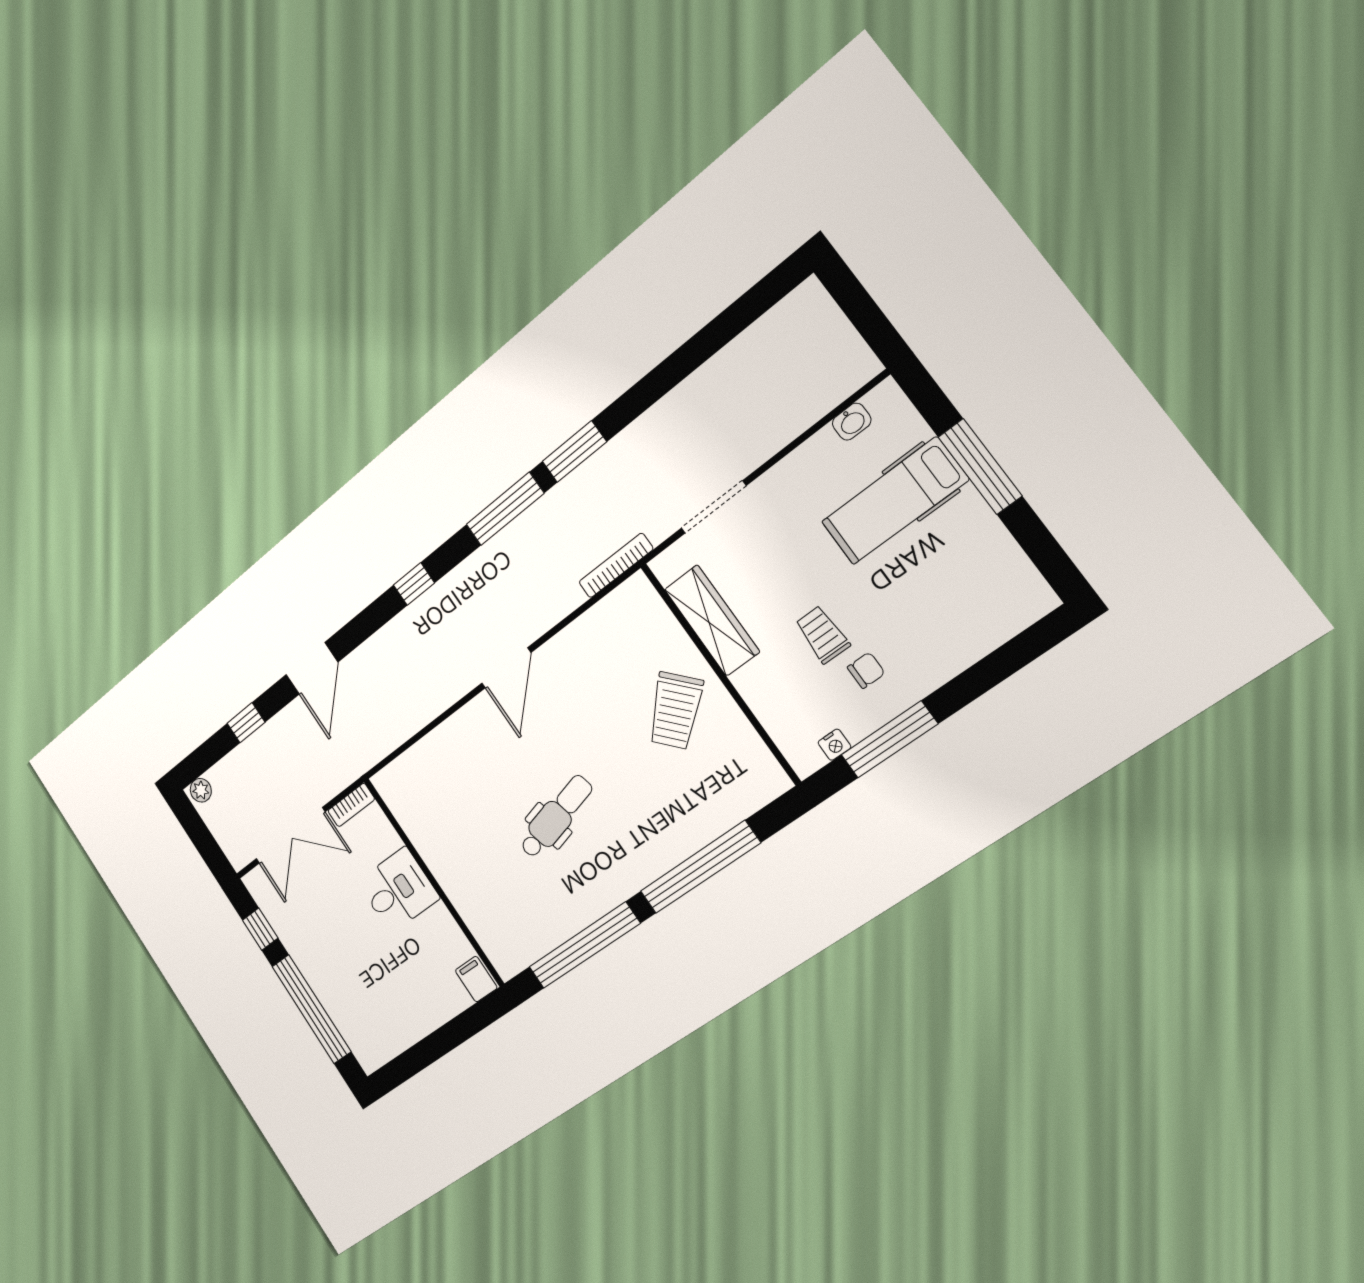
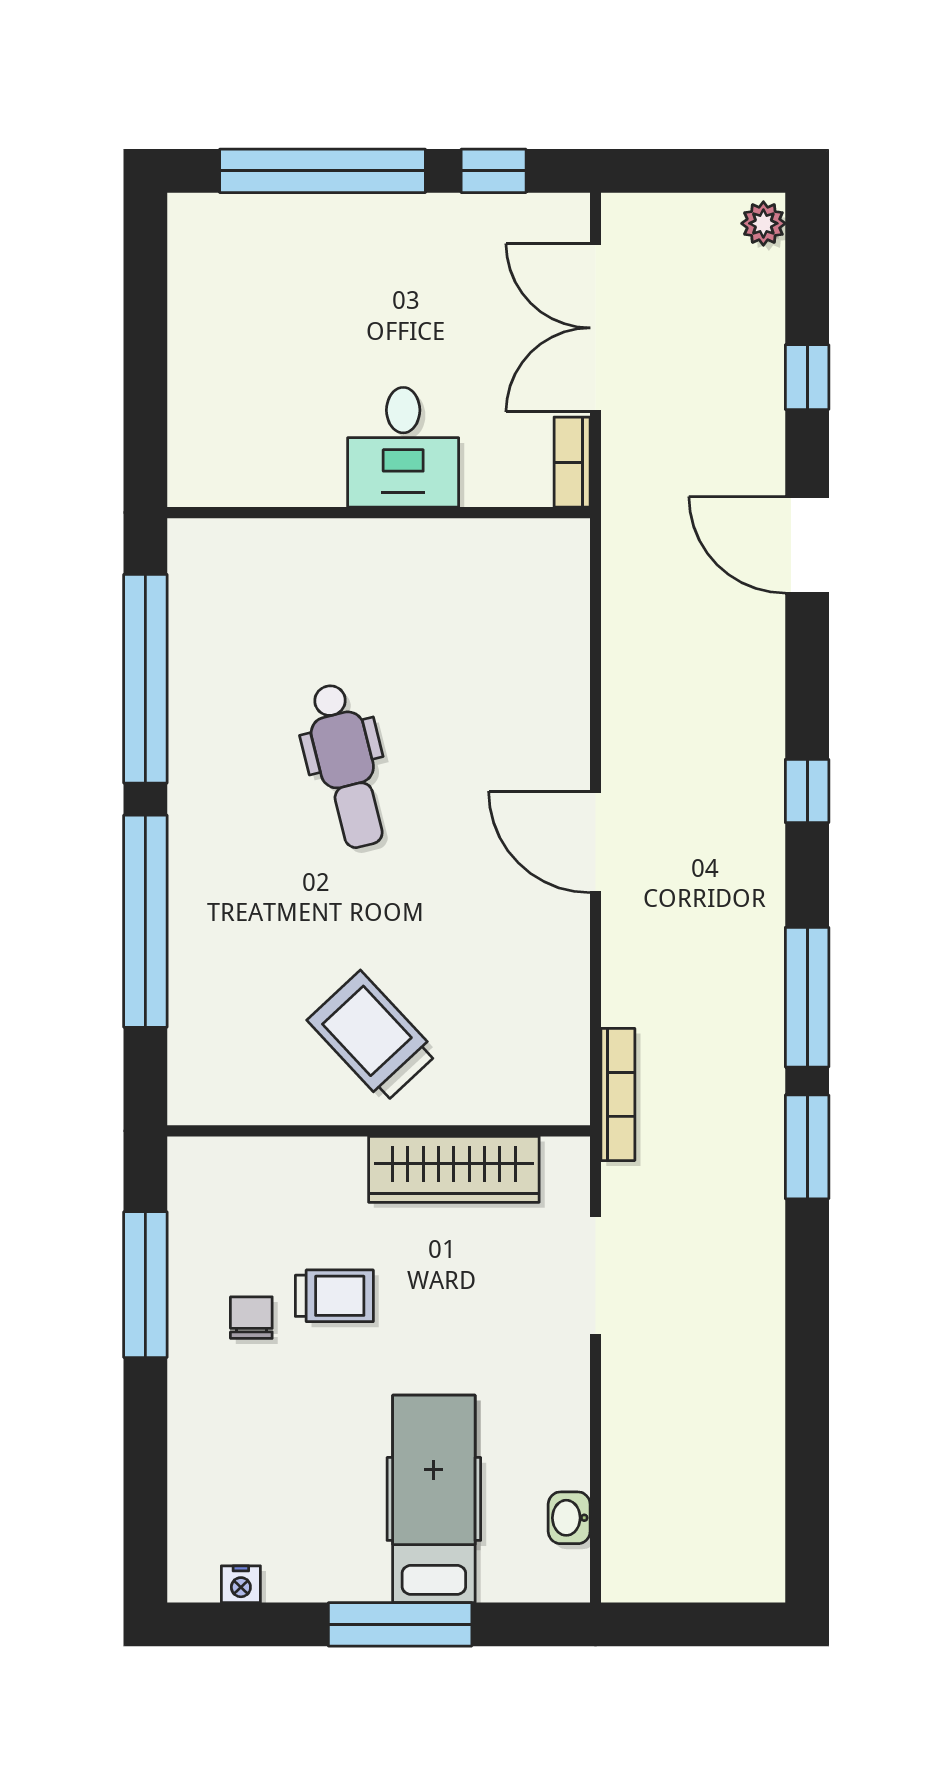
chair: (866, 670) -> (251, 1318), turned 180
nightstand: (834, 745) -> (241, 1584), moved, turned -90
filing cabinet: (476, 979) -> (200, 478), removed

